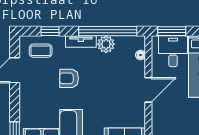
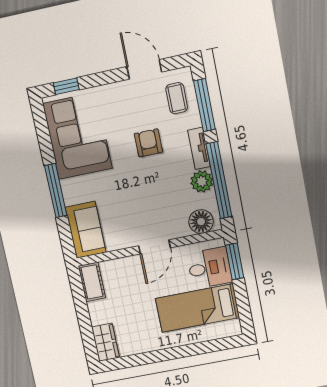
window: (50, 31) -> (204, 105), width x2.17
floor lamp: (141, 55) -> (201, 222), width x1.89, depth x1.89
door: (148, 90) -> (154, 247), hinge flipped

